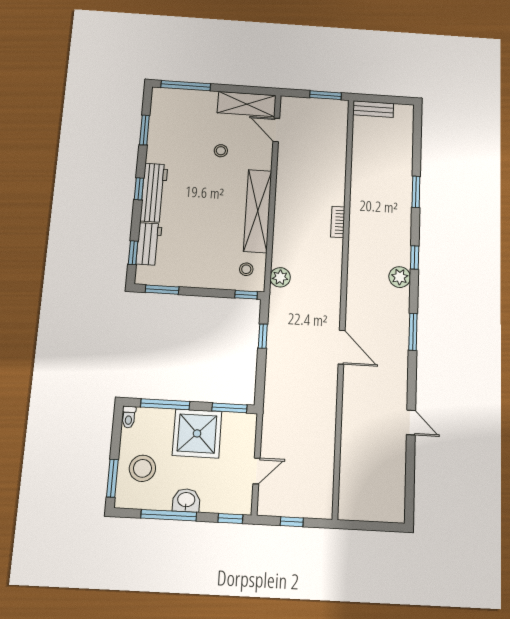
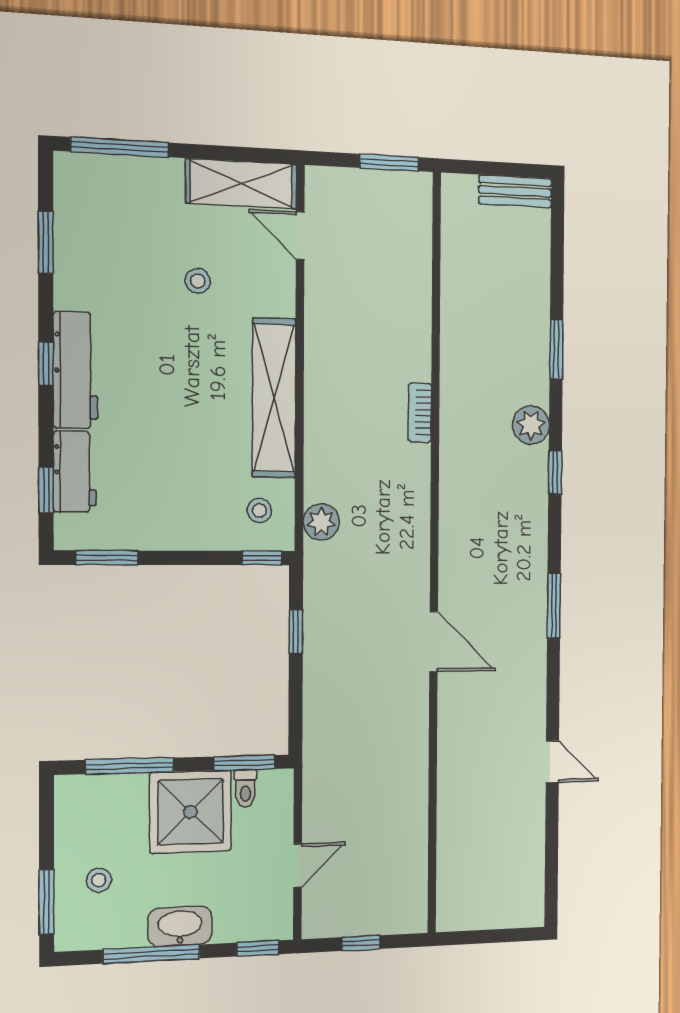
bench: (373, 109) -> (515, 191), moved
plant: (400, 277) -> (531, 425), moved
toilet: (129, 417) -> (245, 788), moved
stool: (142, 468) -> (99, 880), width x0.53, depth x0.53
washbasin: (186, 500) -> (180, 926), width x1.38

